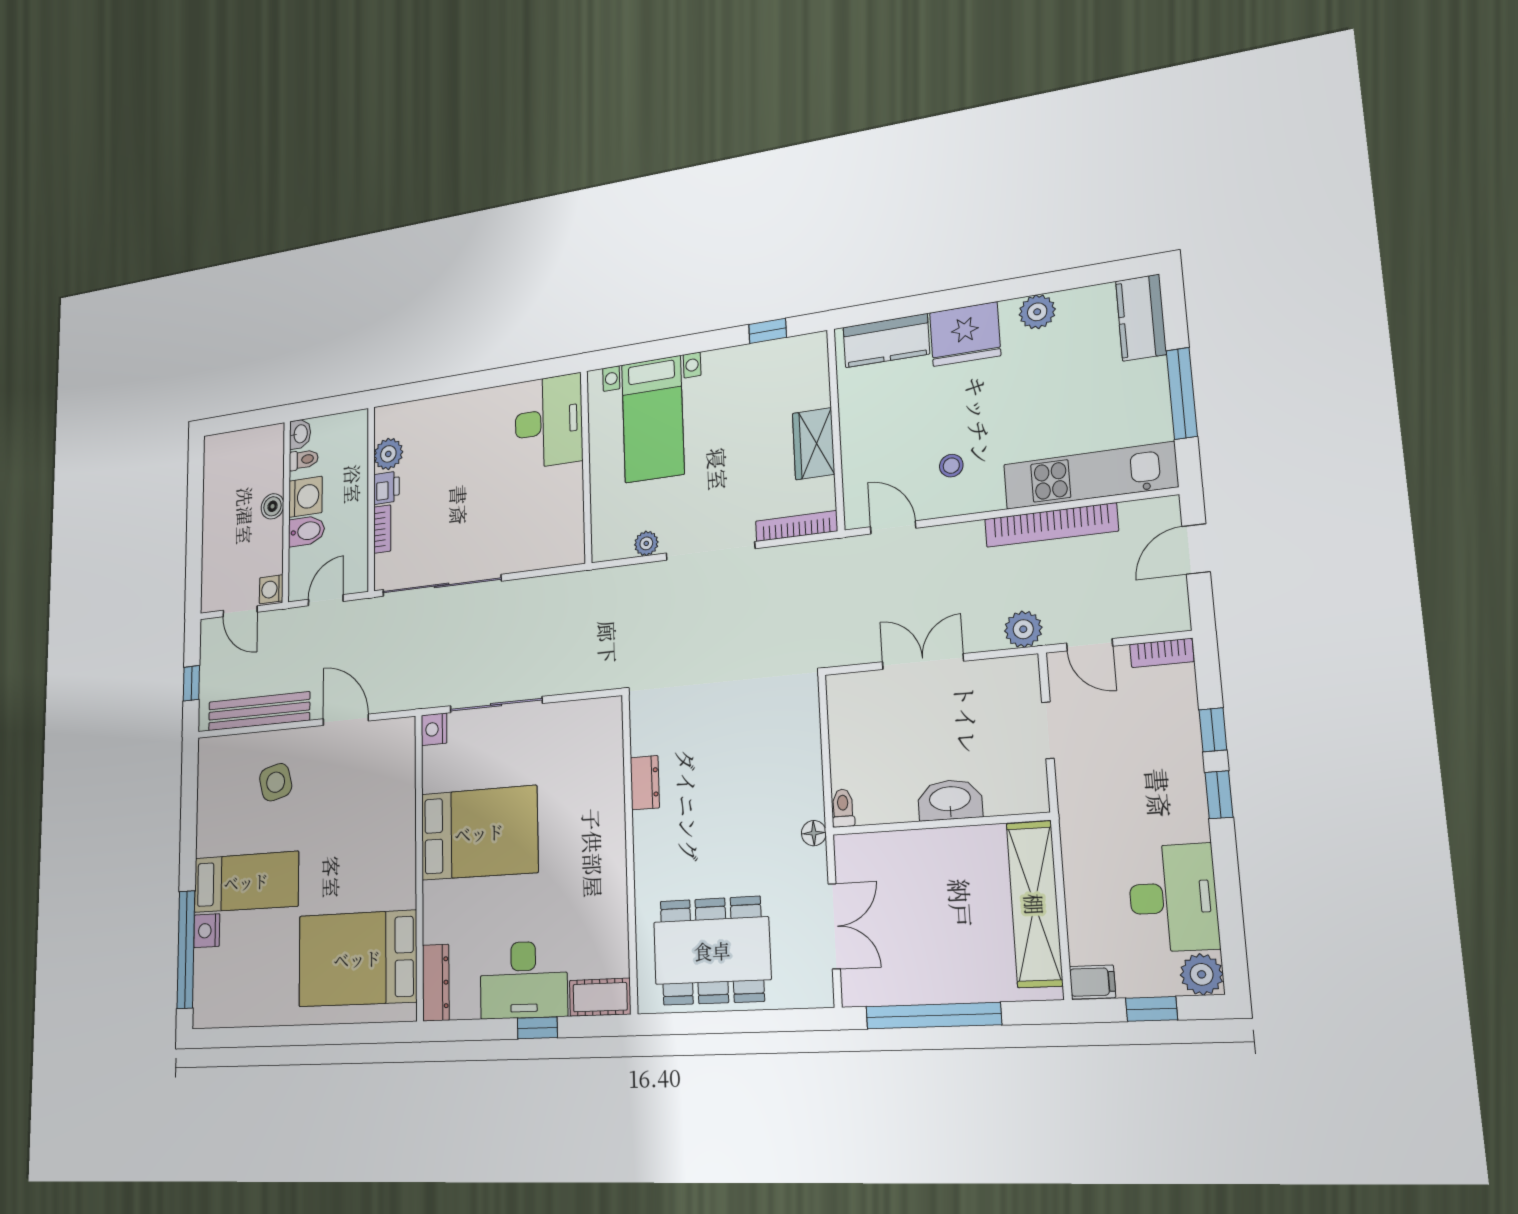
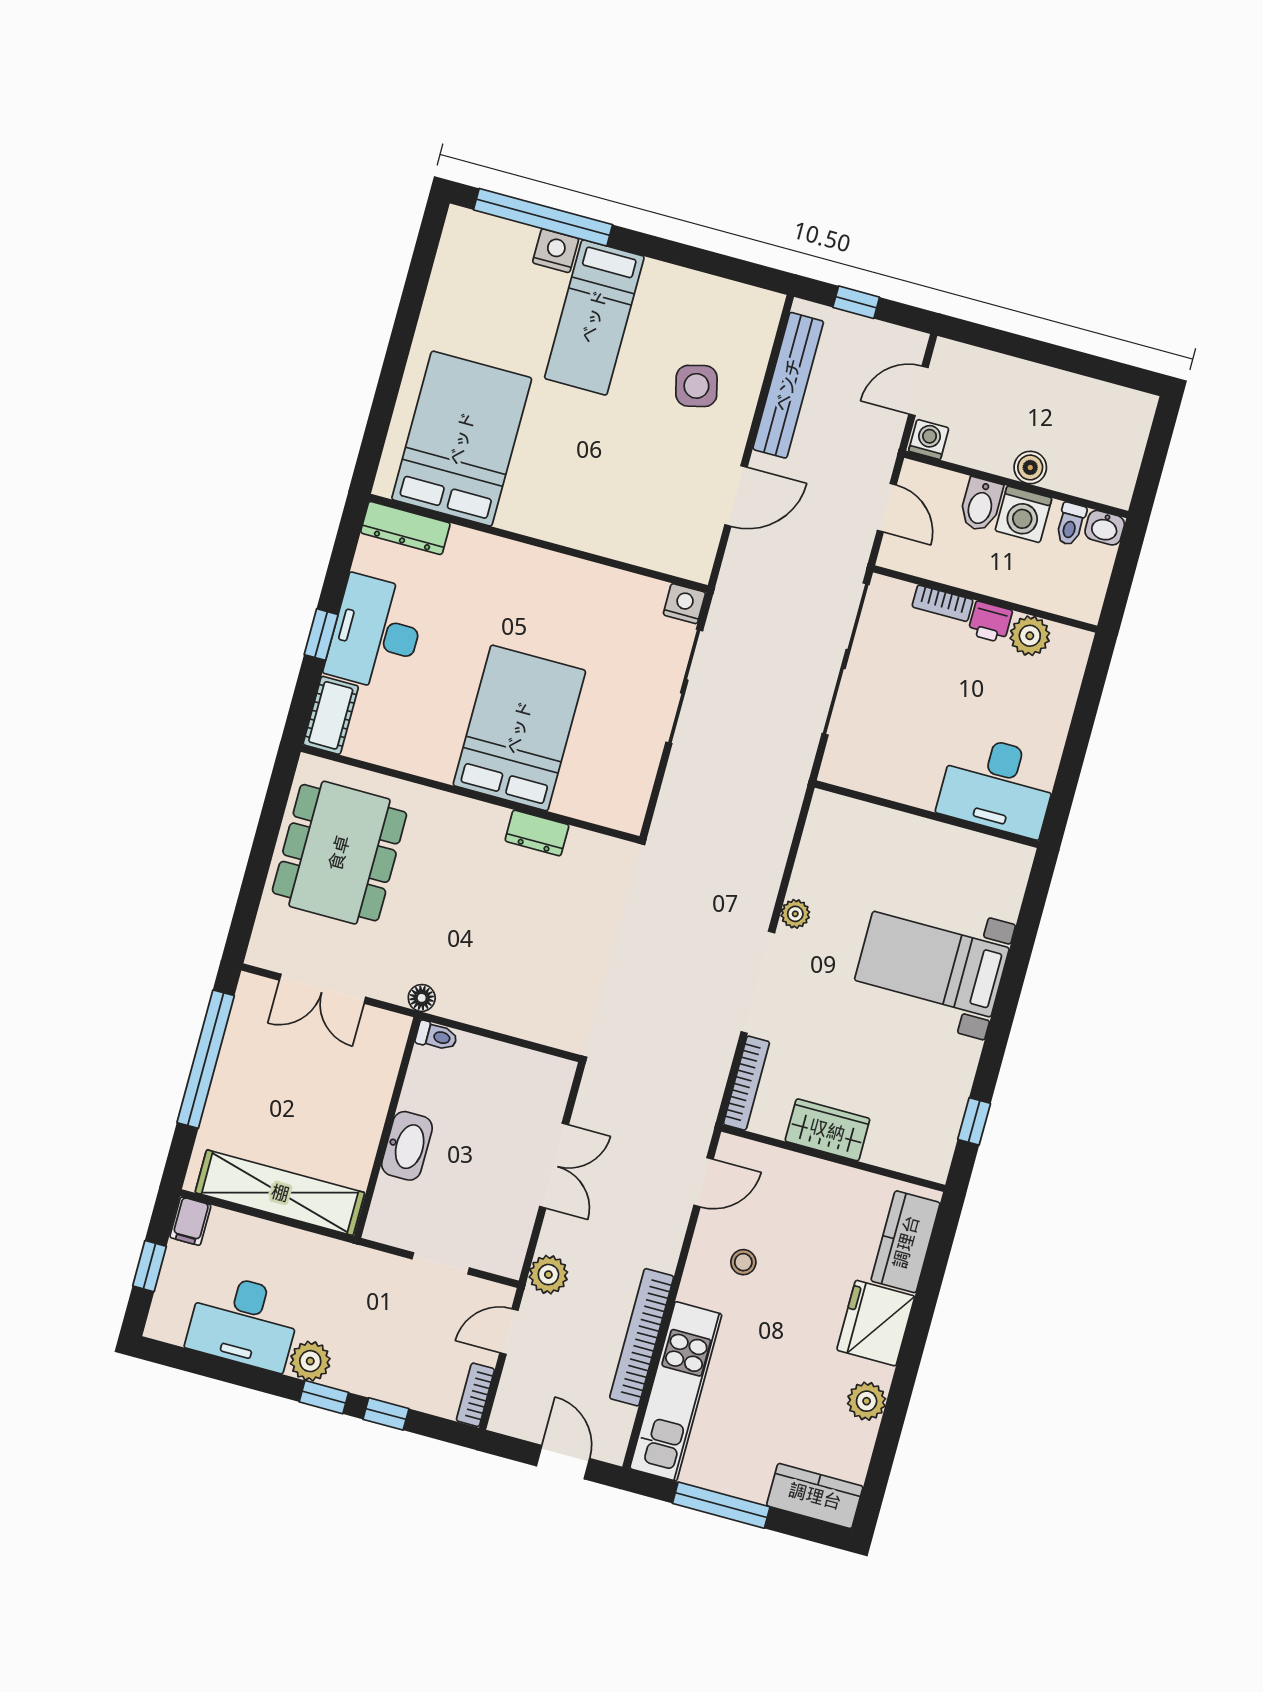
desk: (549, 422) -> (998, 786), moved
wall: (586, 466) -> (927, 814), moved
bed: (479, 833) -> (519, 728), moved, turned 180
plant: (1202, 974) -> (310, 1361), moved

